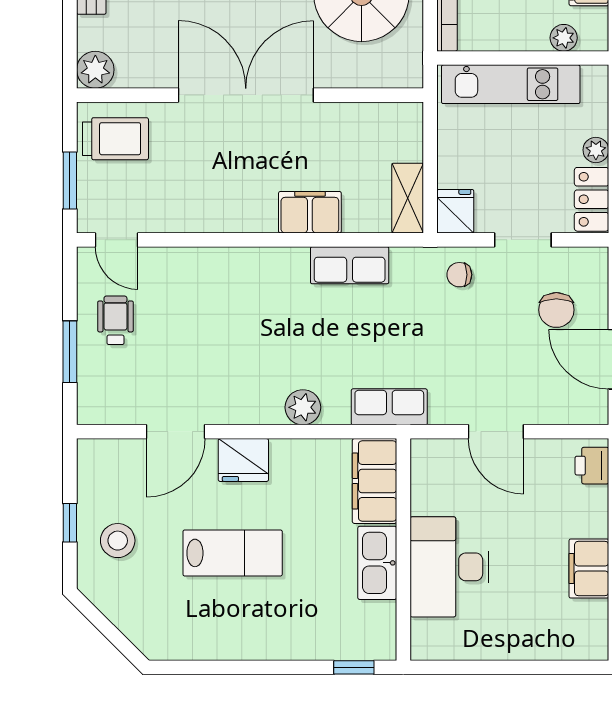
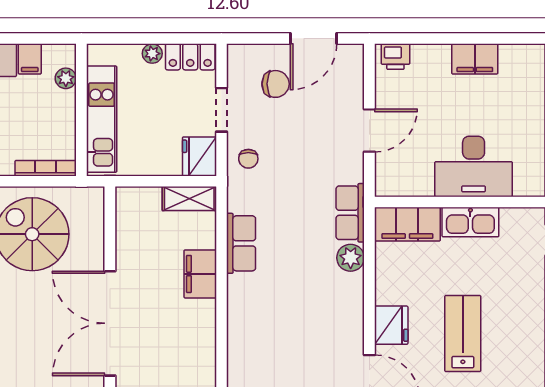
fridge: (455, 211) -> (199, 156), width x1.38
plant: (303, 407) -> (351, 258), moved

